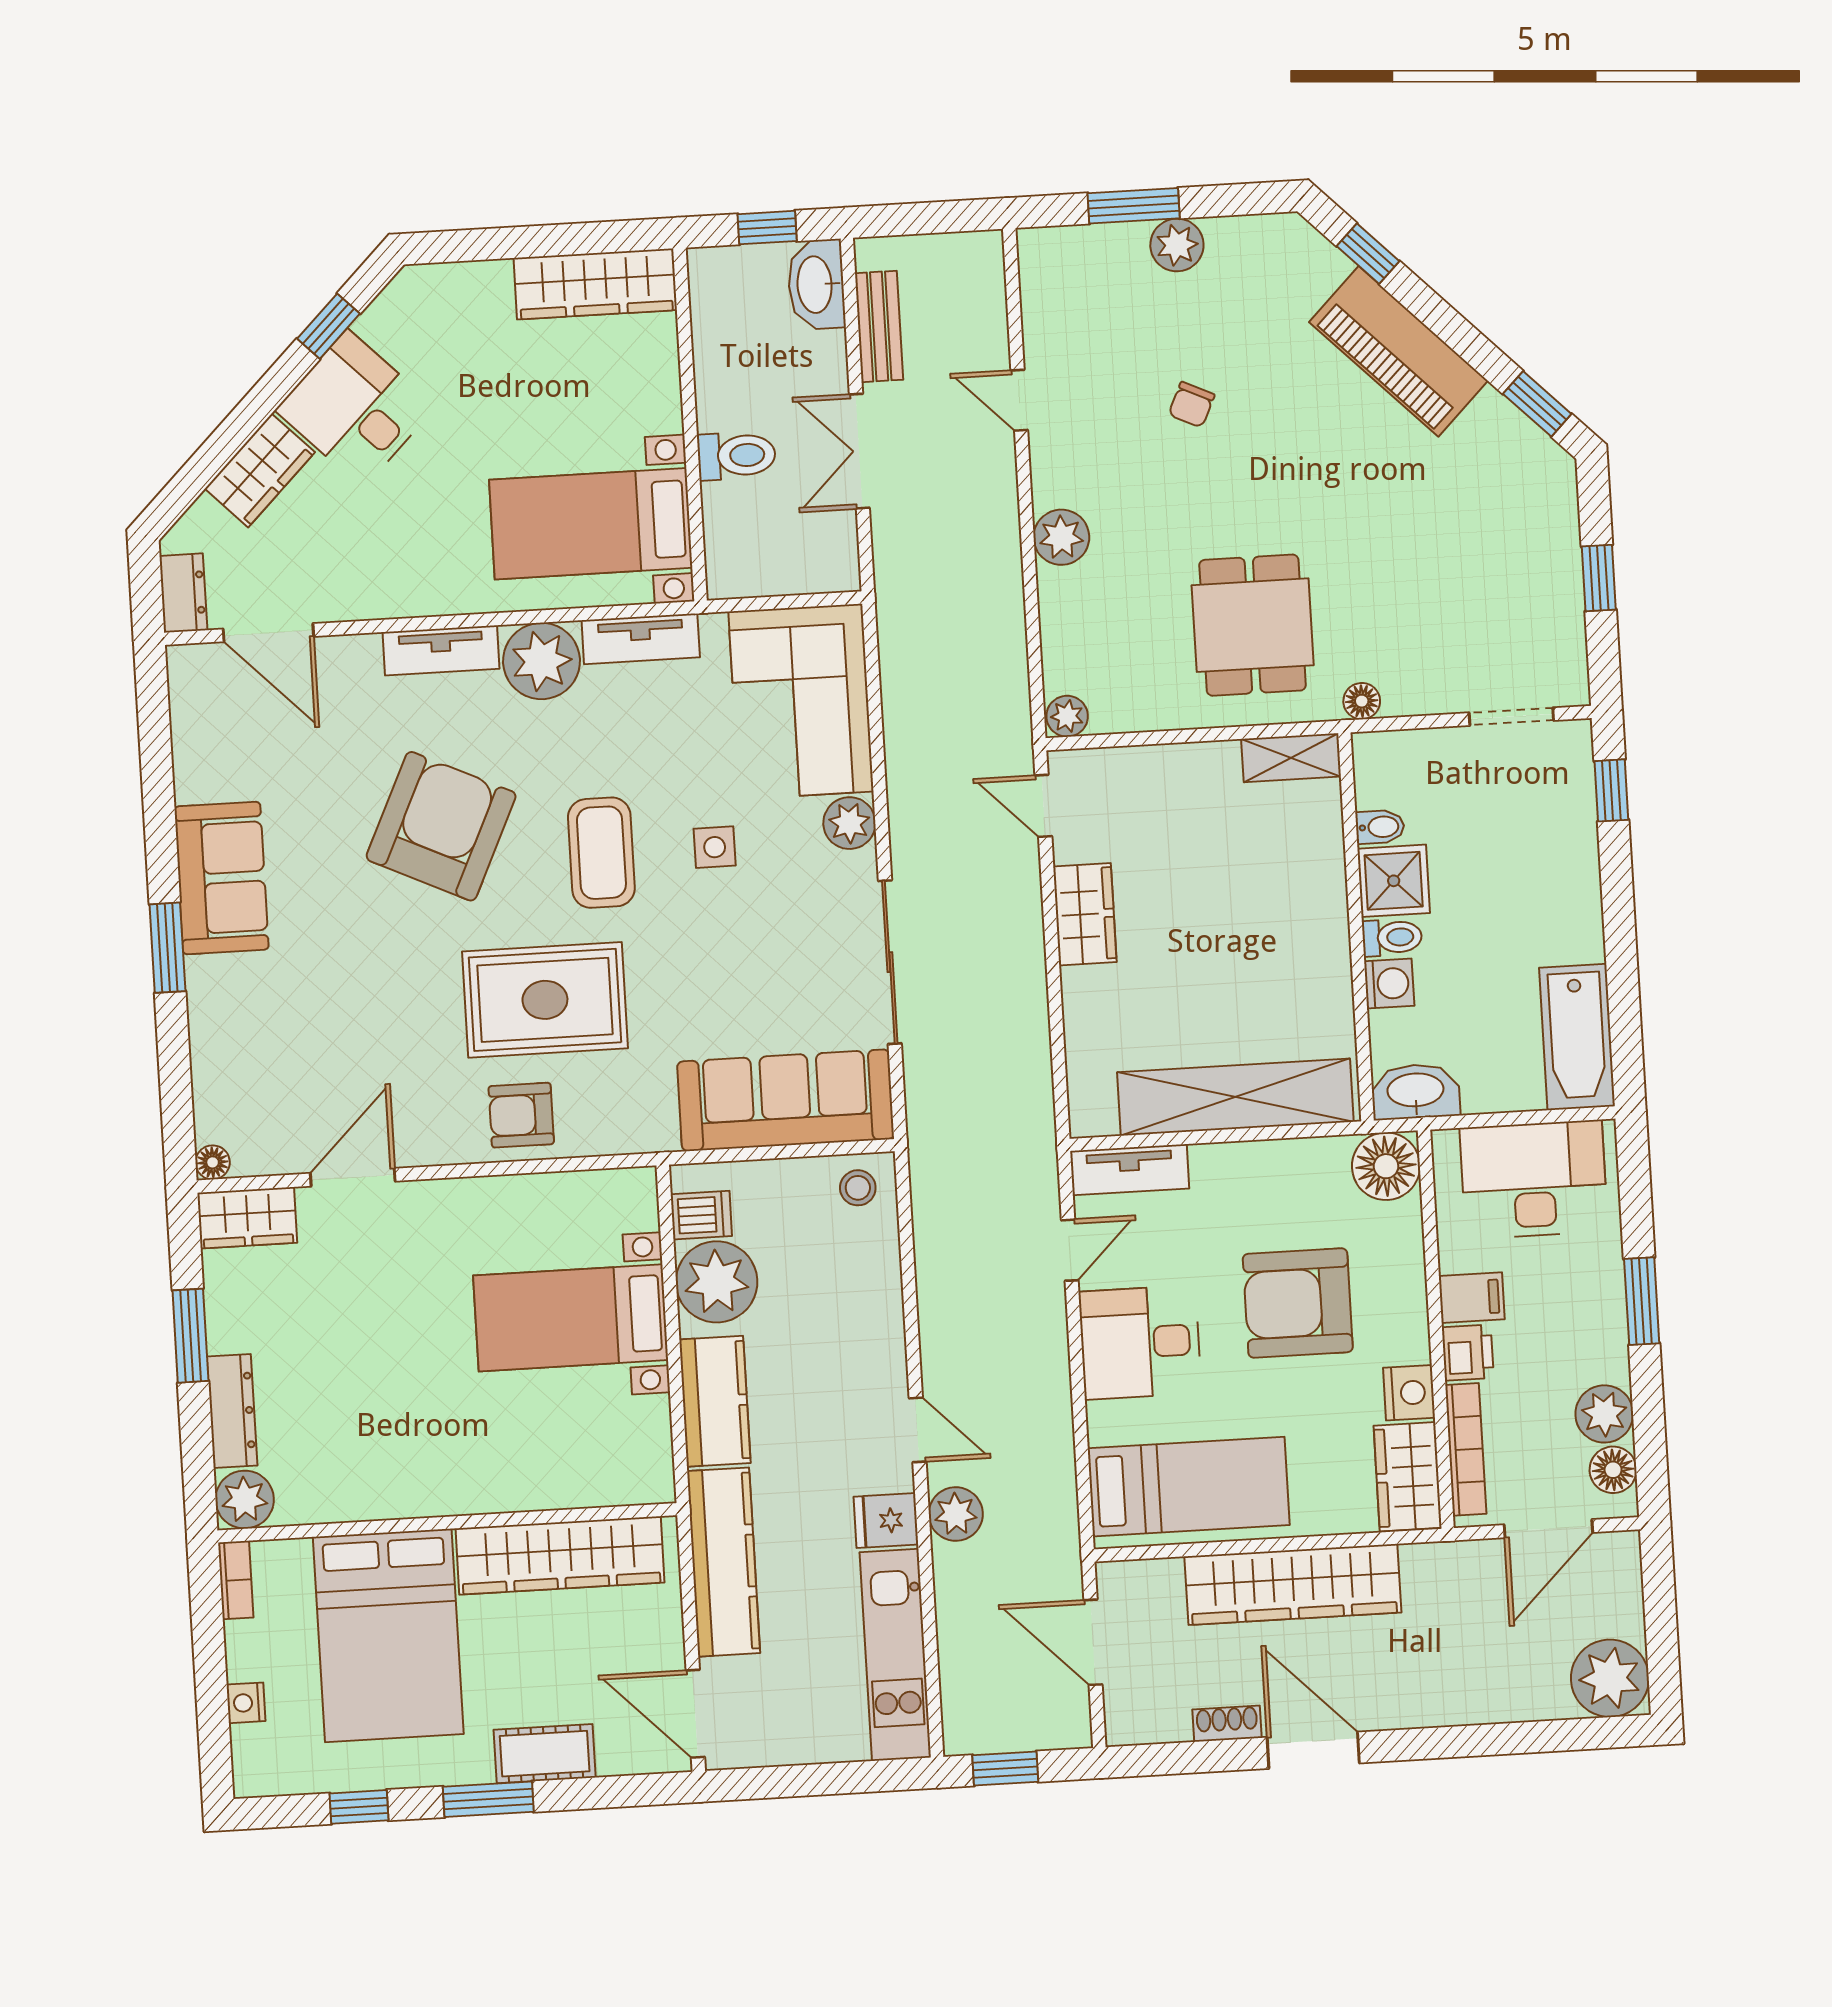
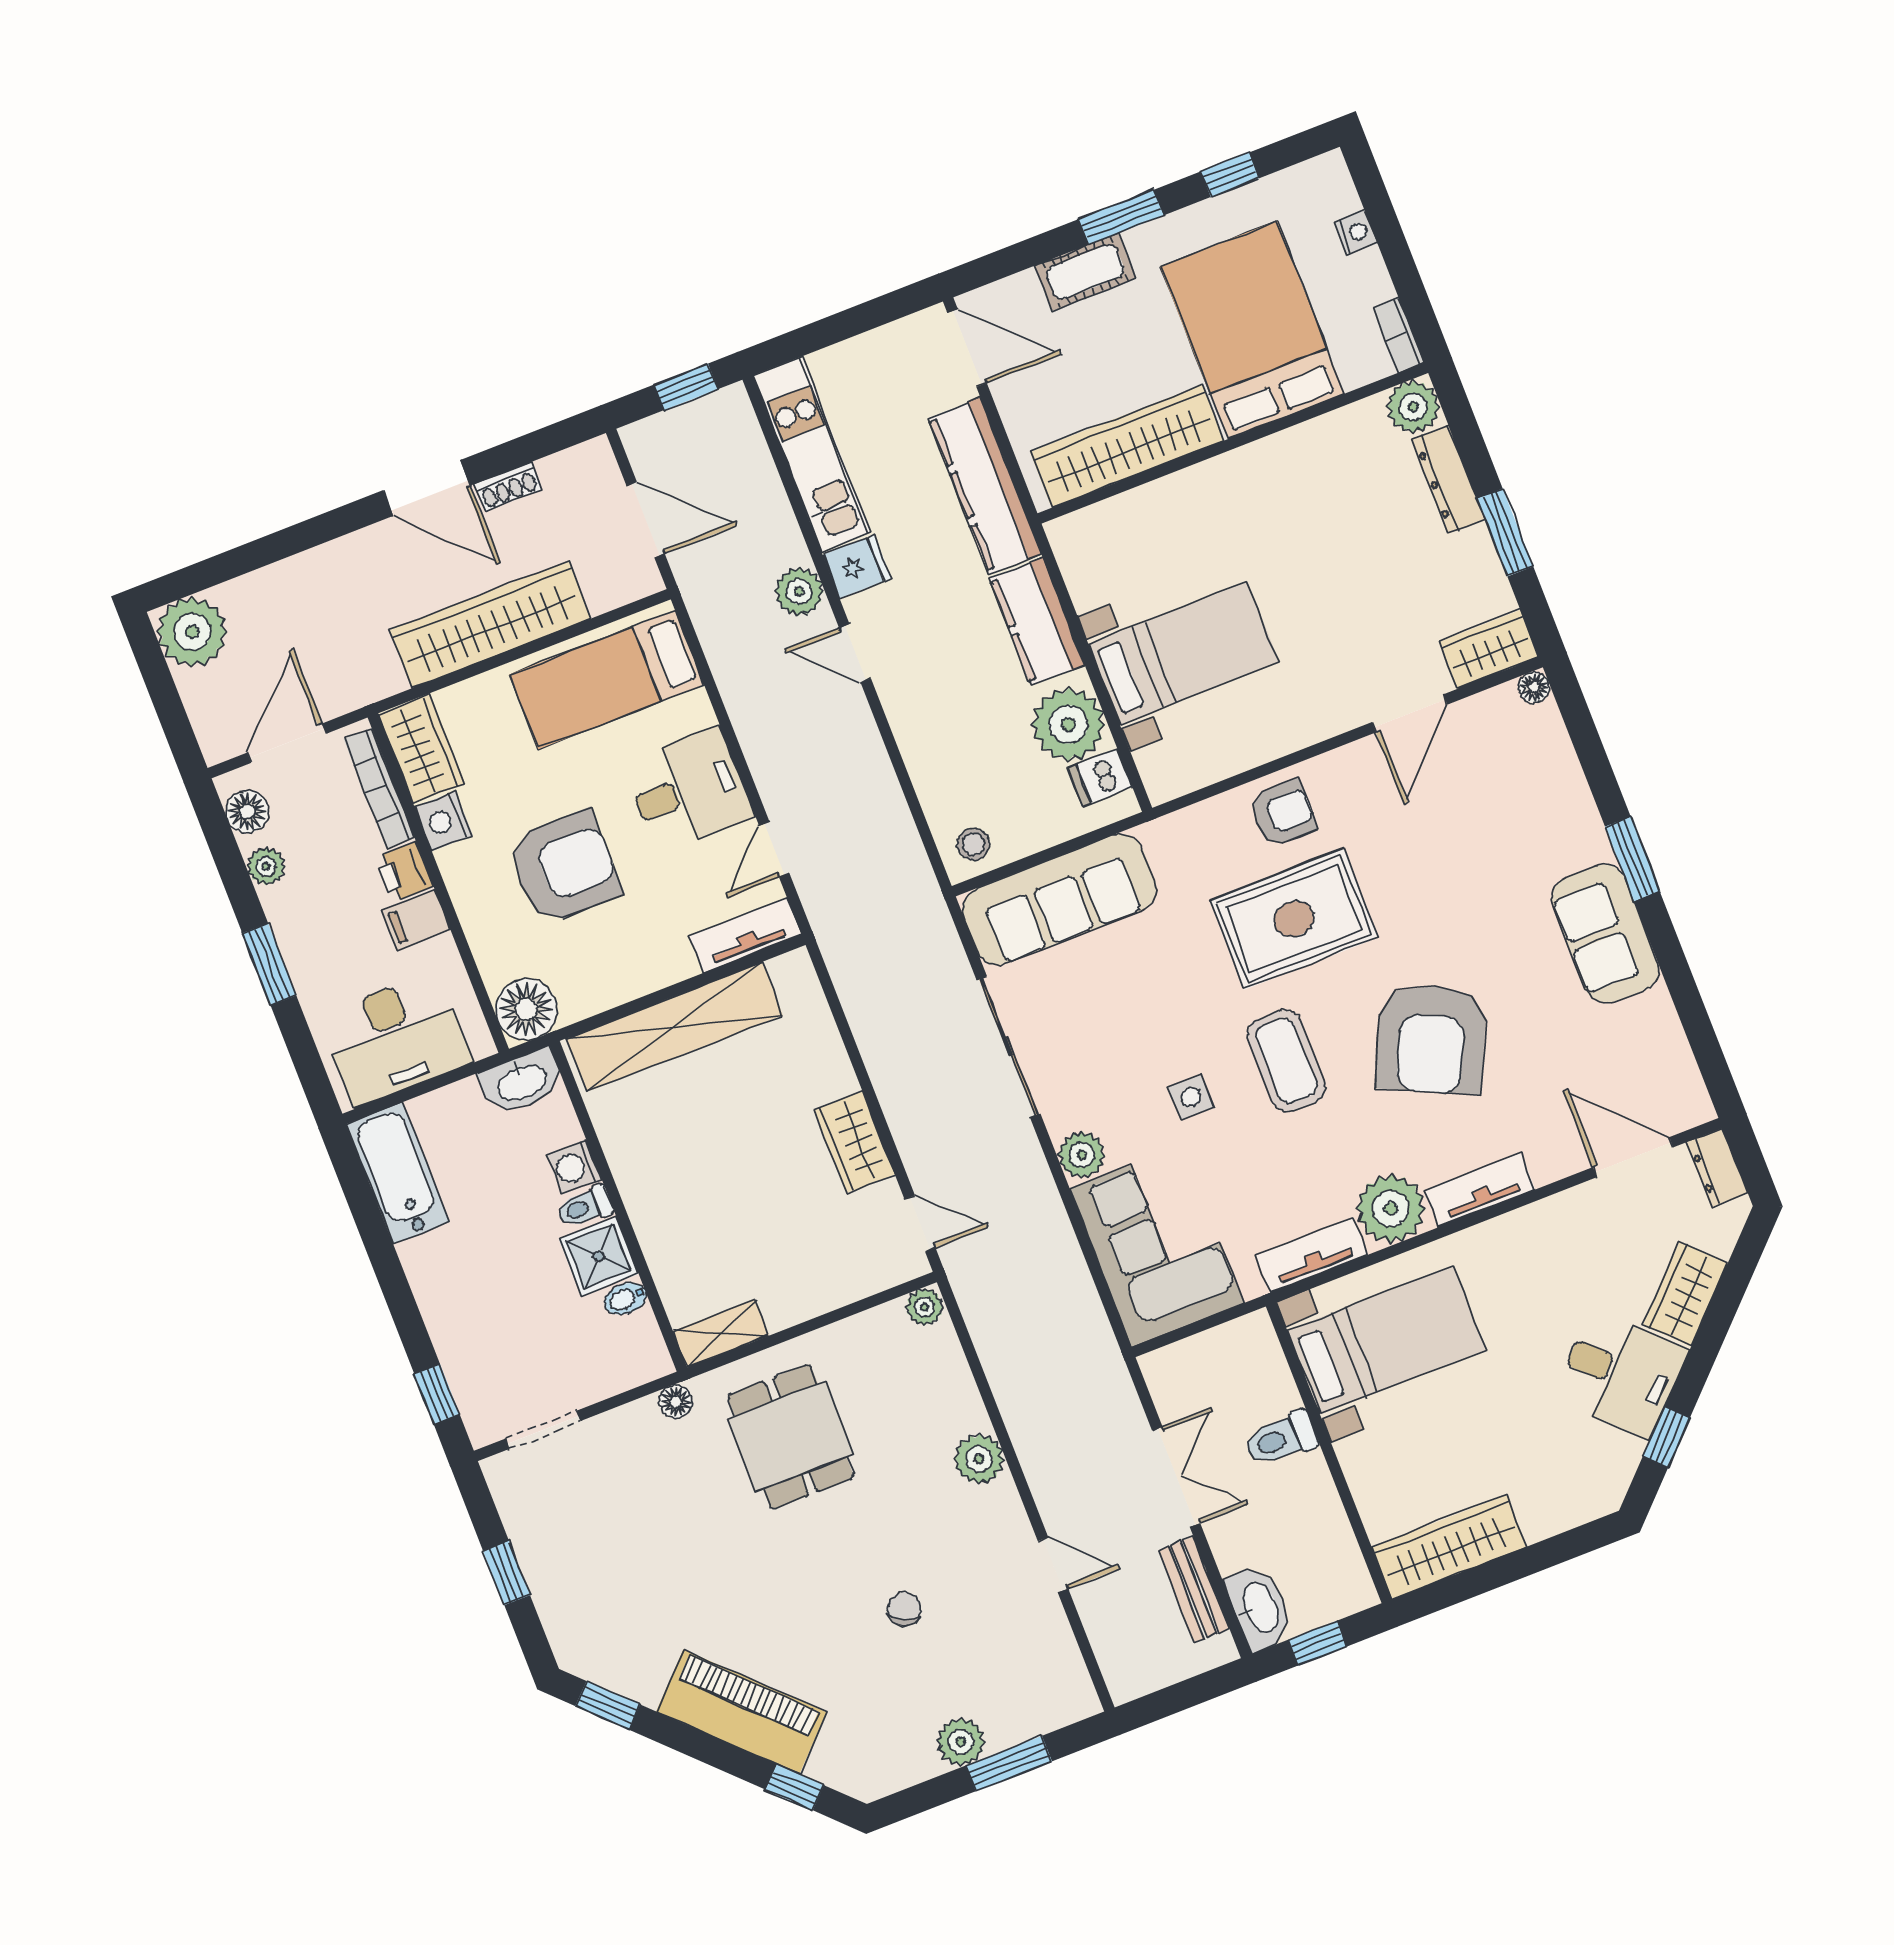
plant: (1604, 1414) -> (266, 866), width x0.73, depth x0.73

